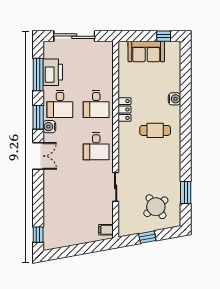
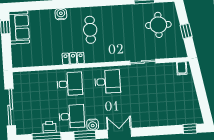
sofa: (146, 52) -> (19, 27), moved
printer: (53, 72) -> (49, 127), width x0.53, depth x0.68
round table: (156, 207) -> (158, 25), turned 37

